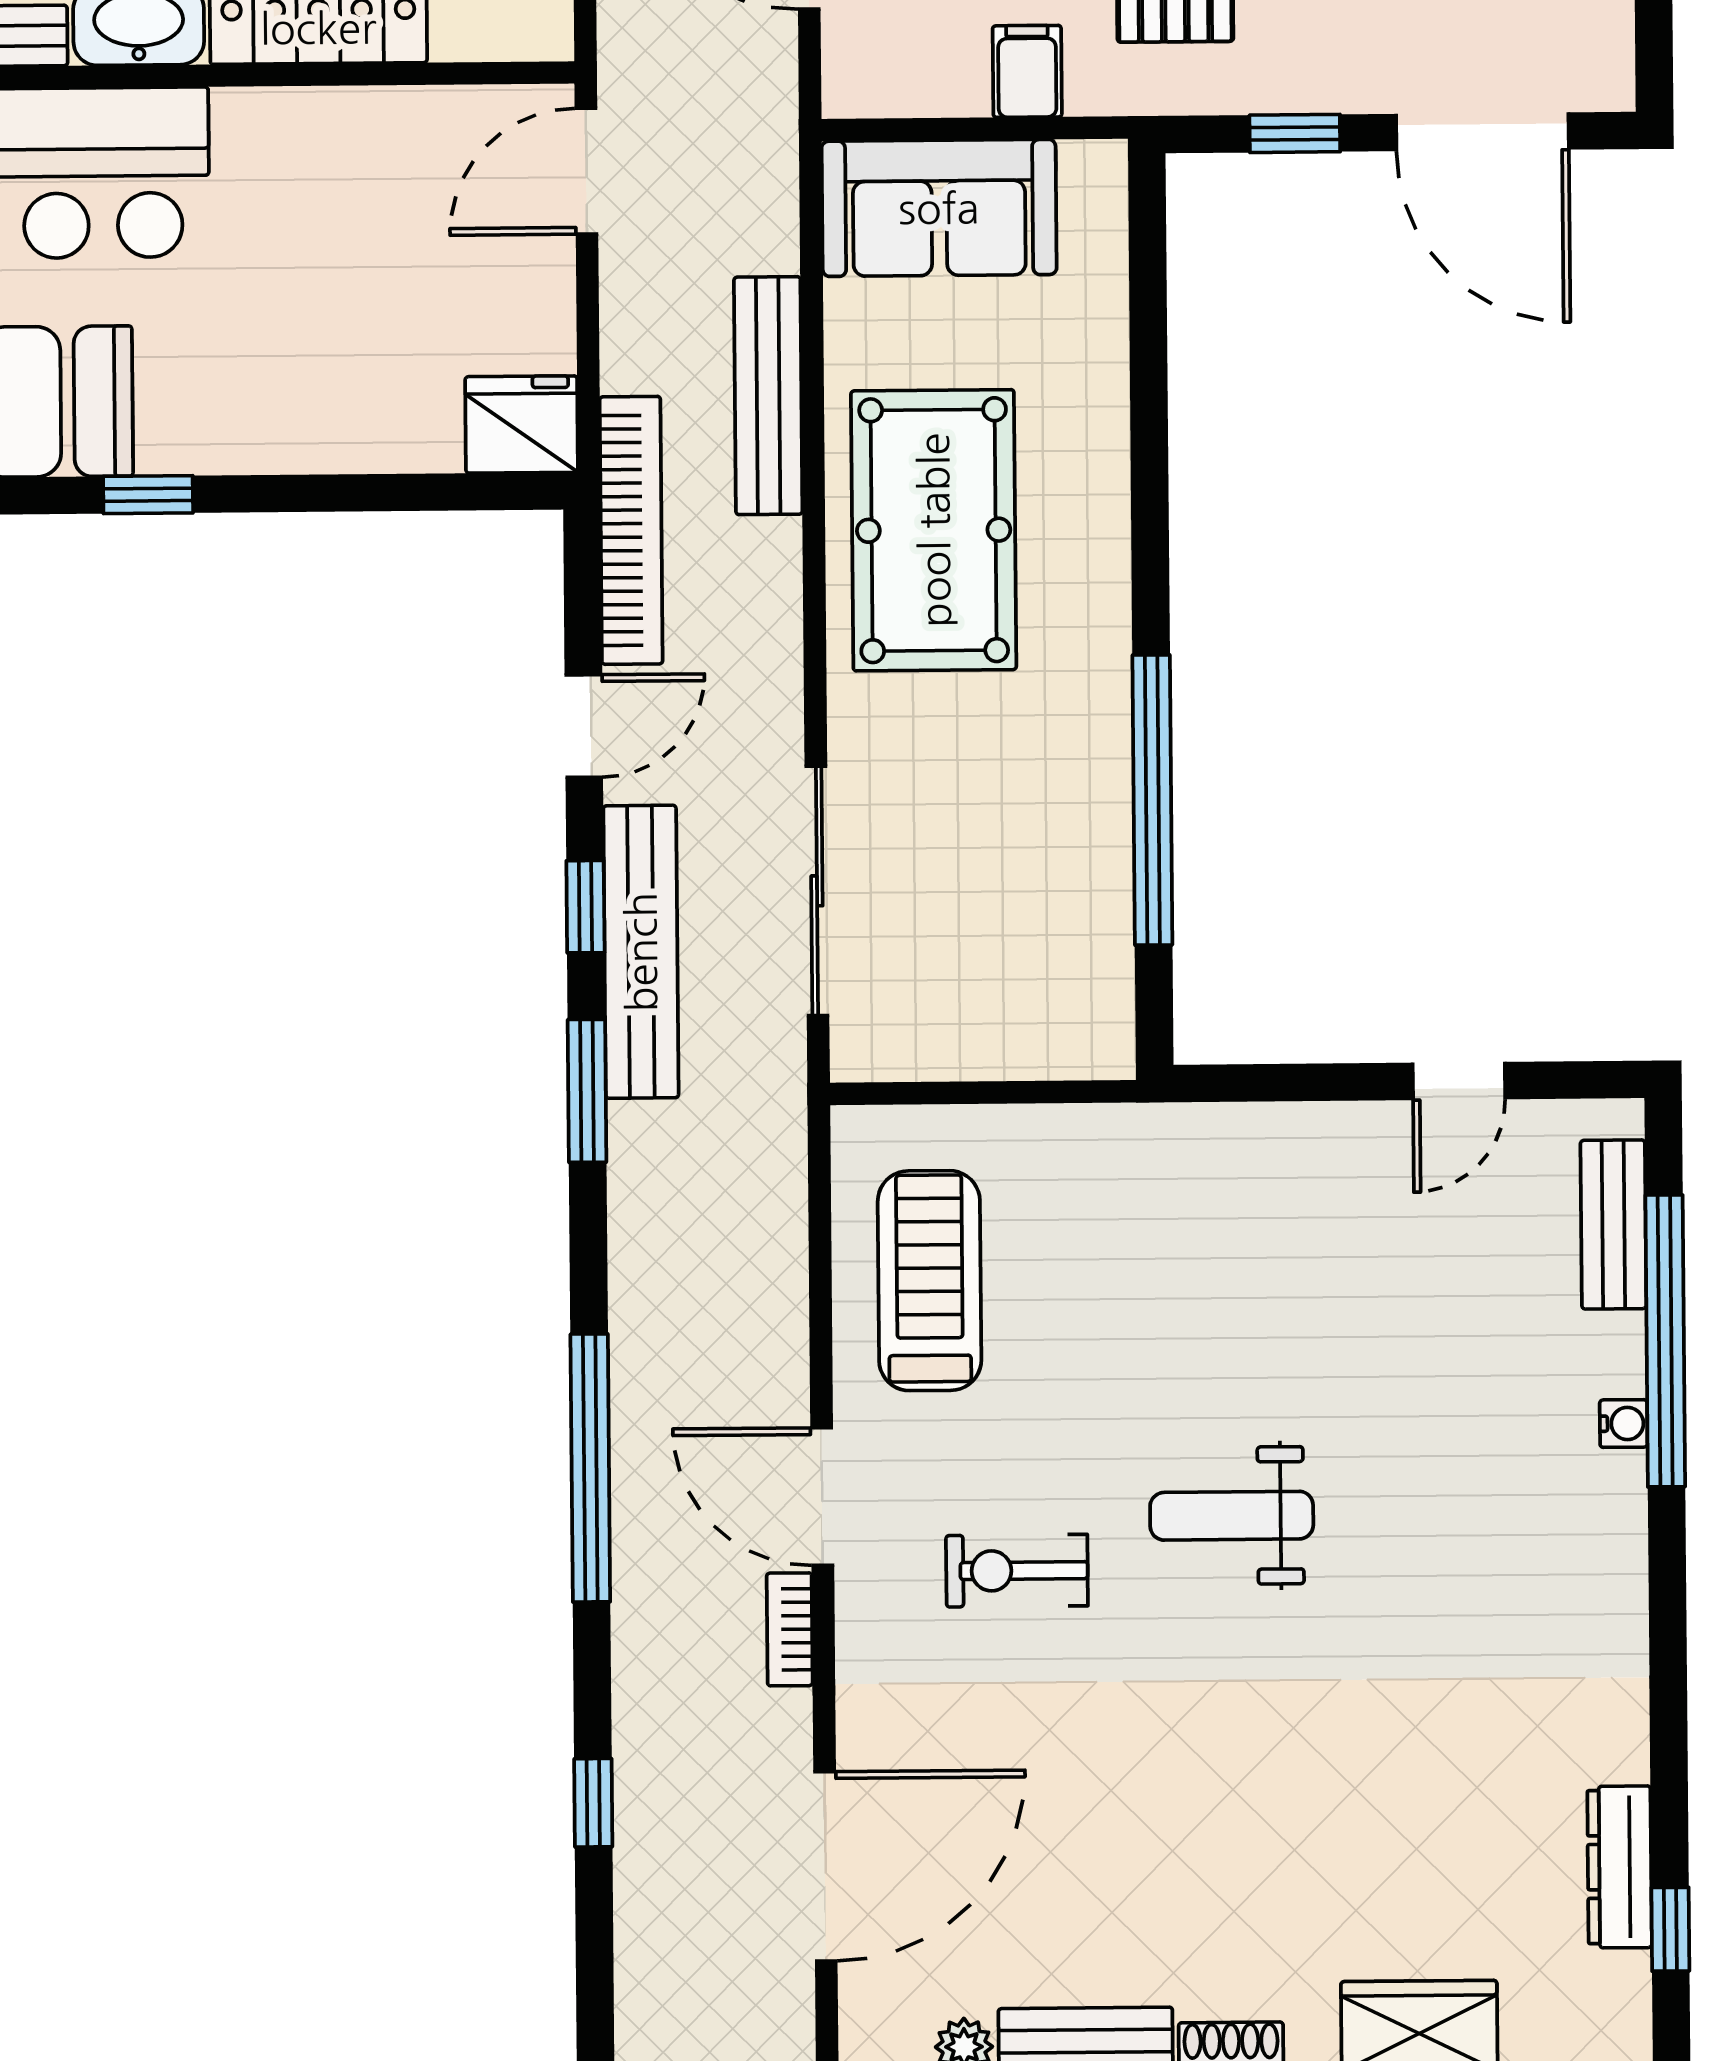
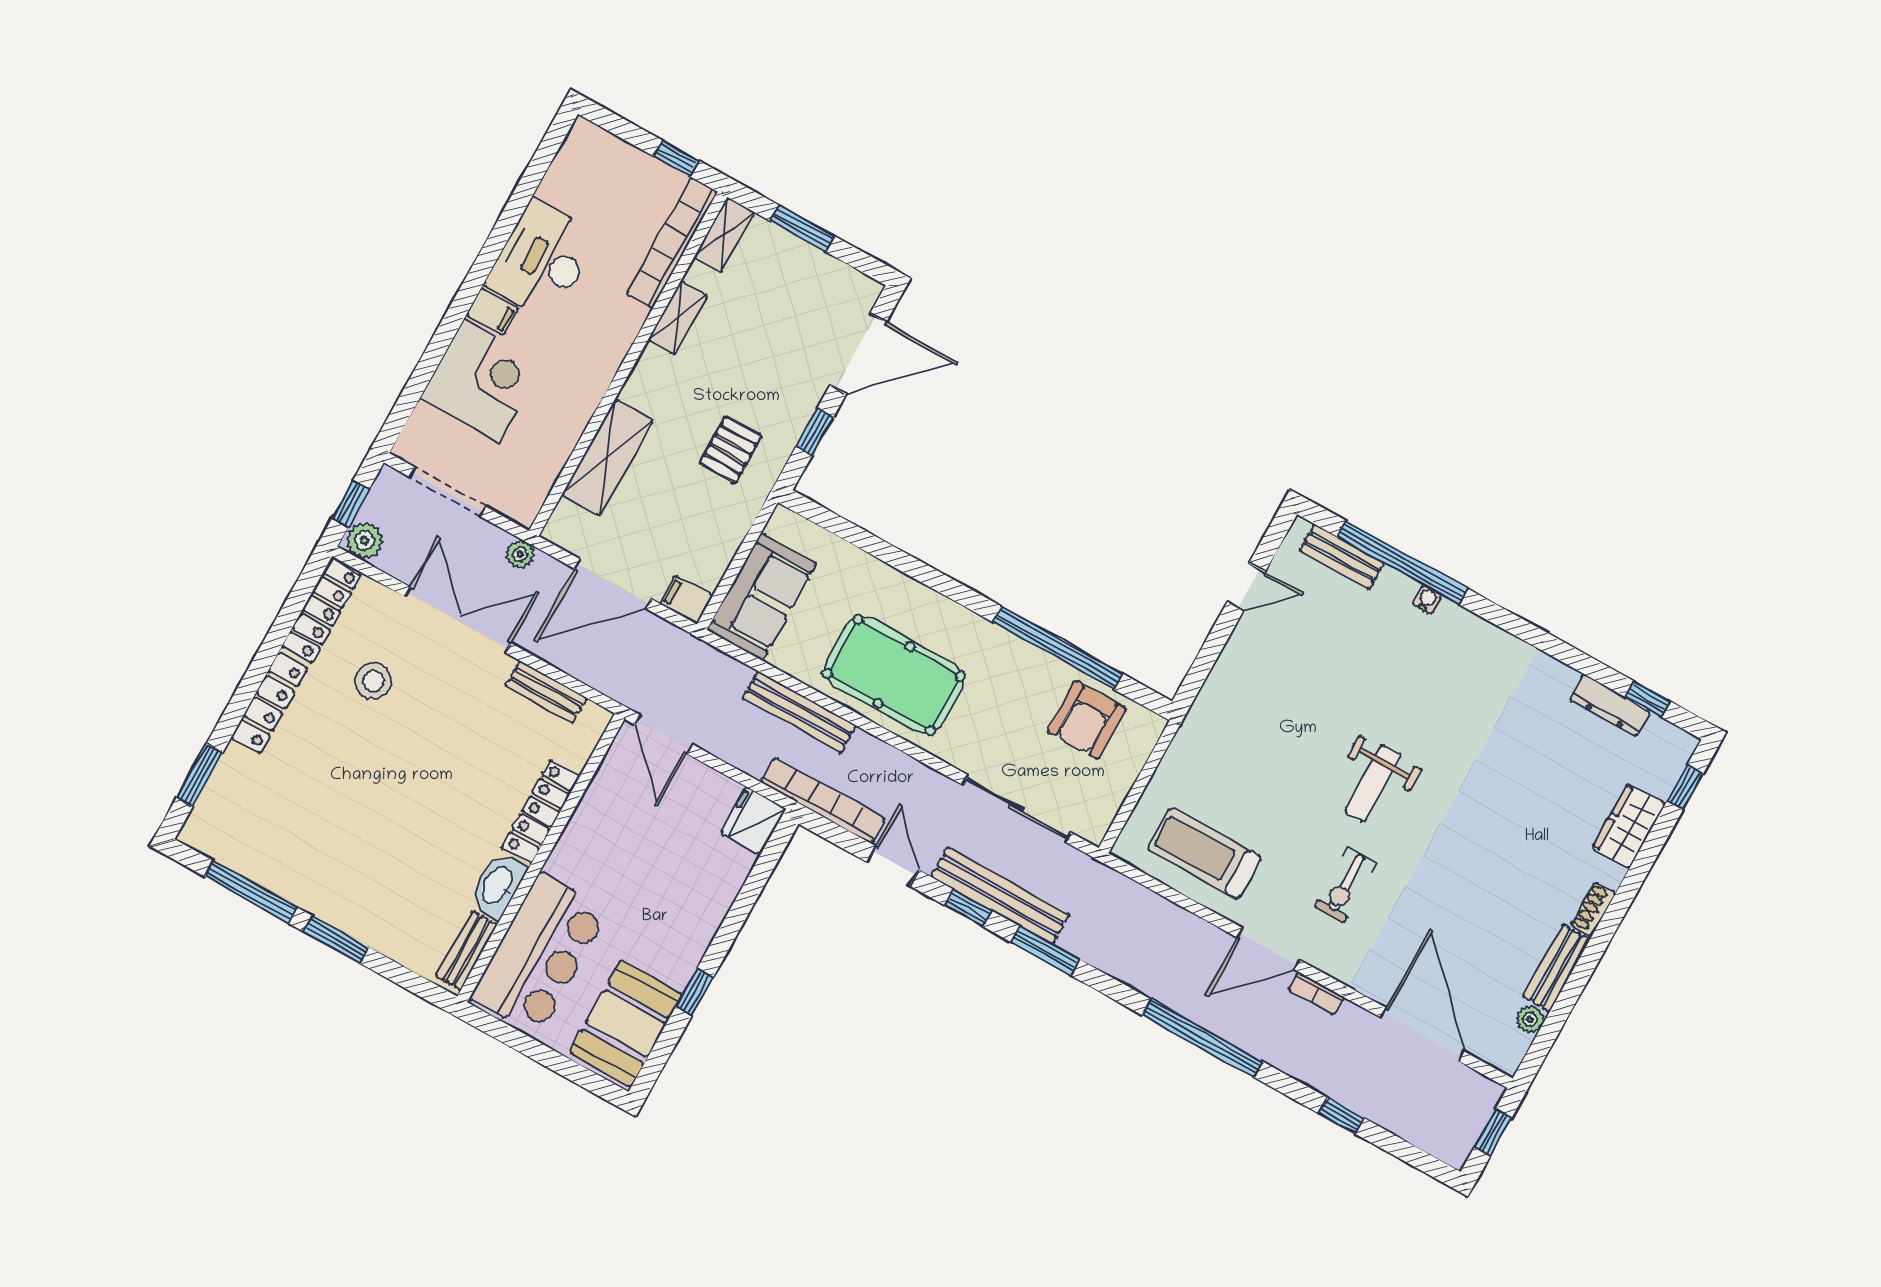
filing cabinet: (1027, 71) -> (686, 600), moved
armchair: (1051, 928) -> (1087, 720), added
door: (1459, 1081) -> (1246, 587), hinge flipped

